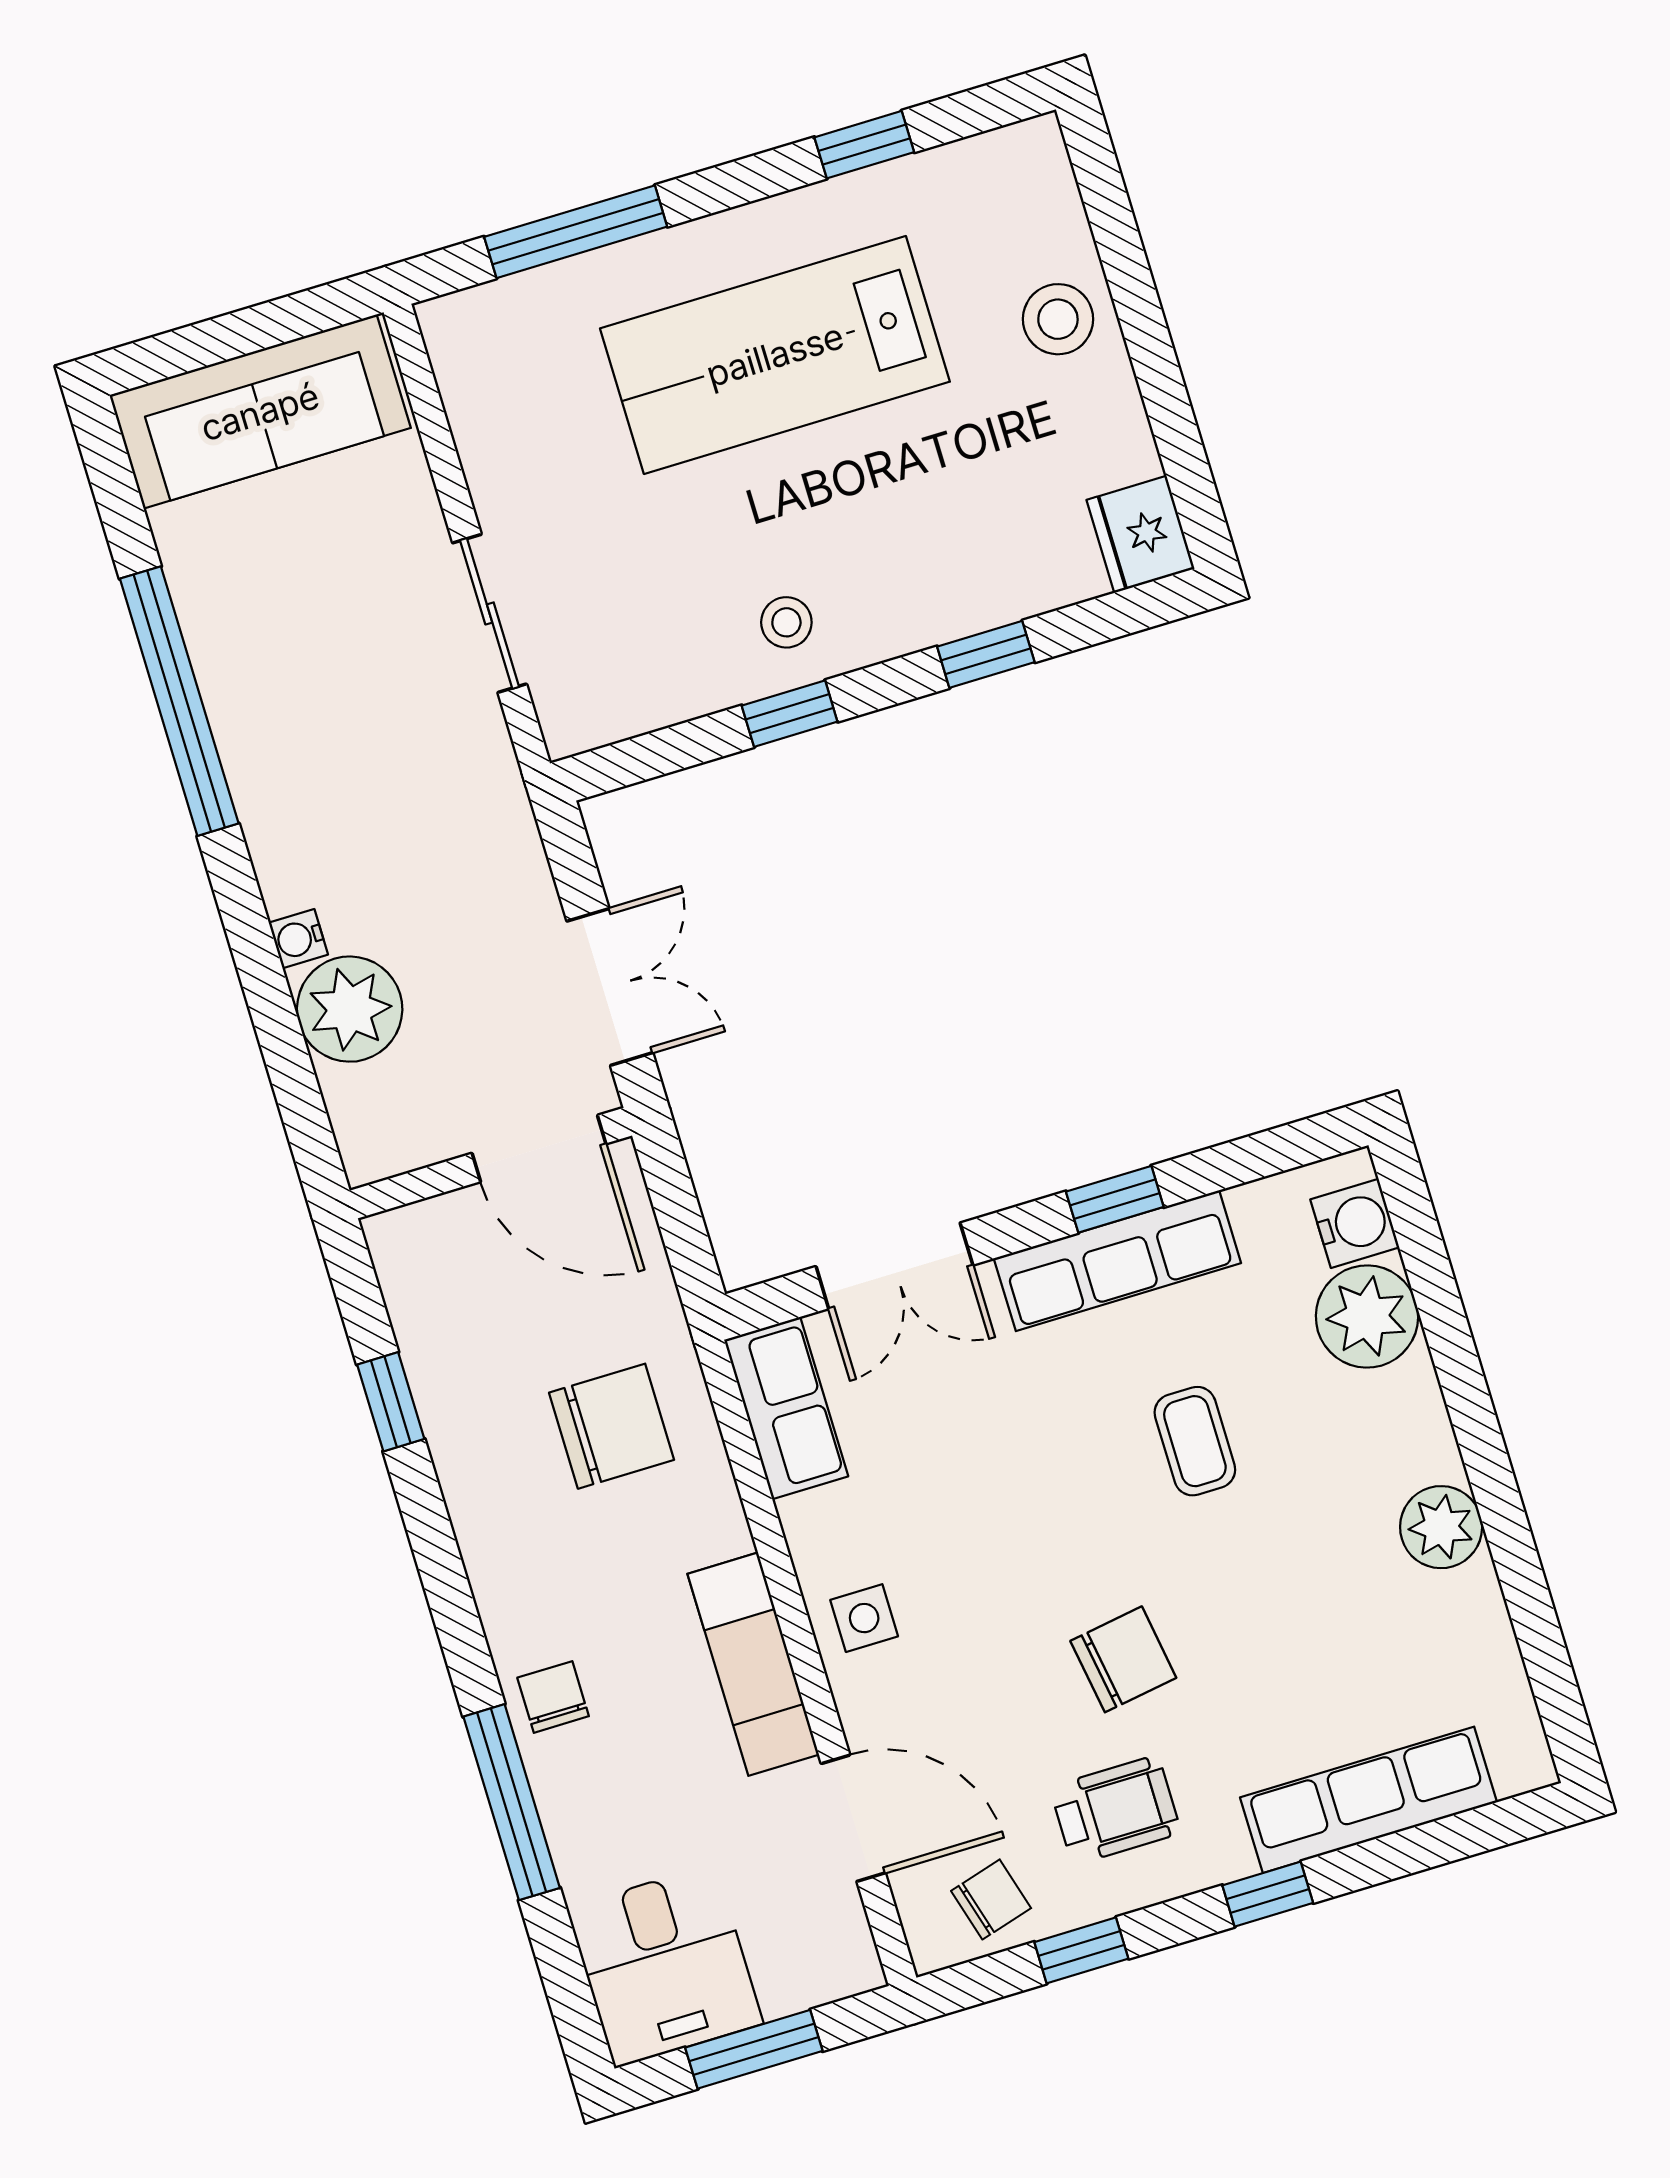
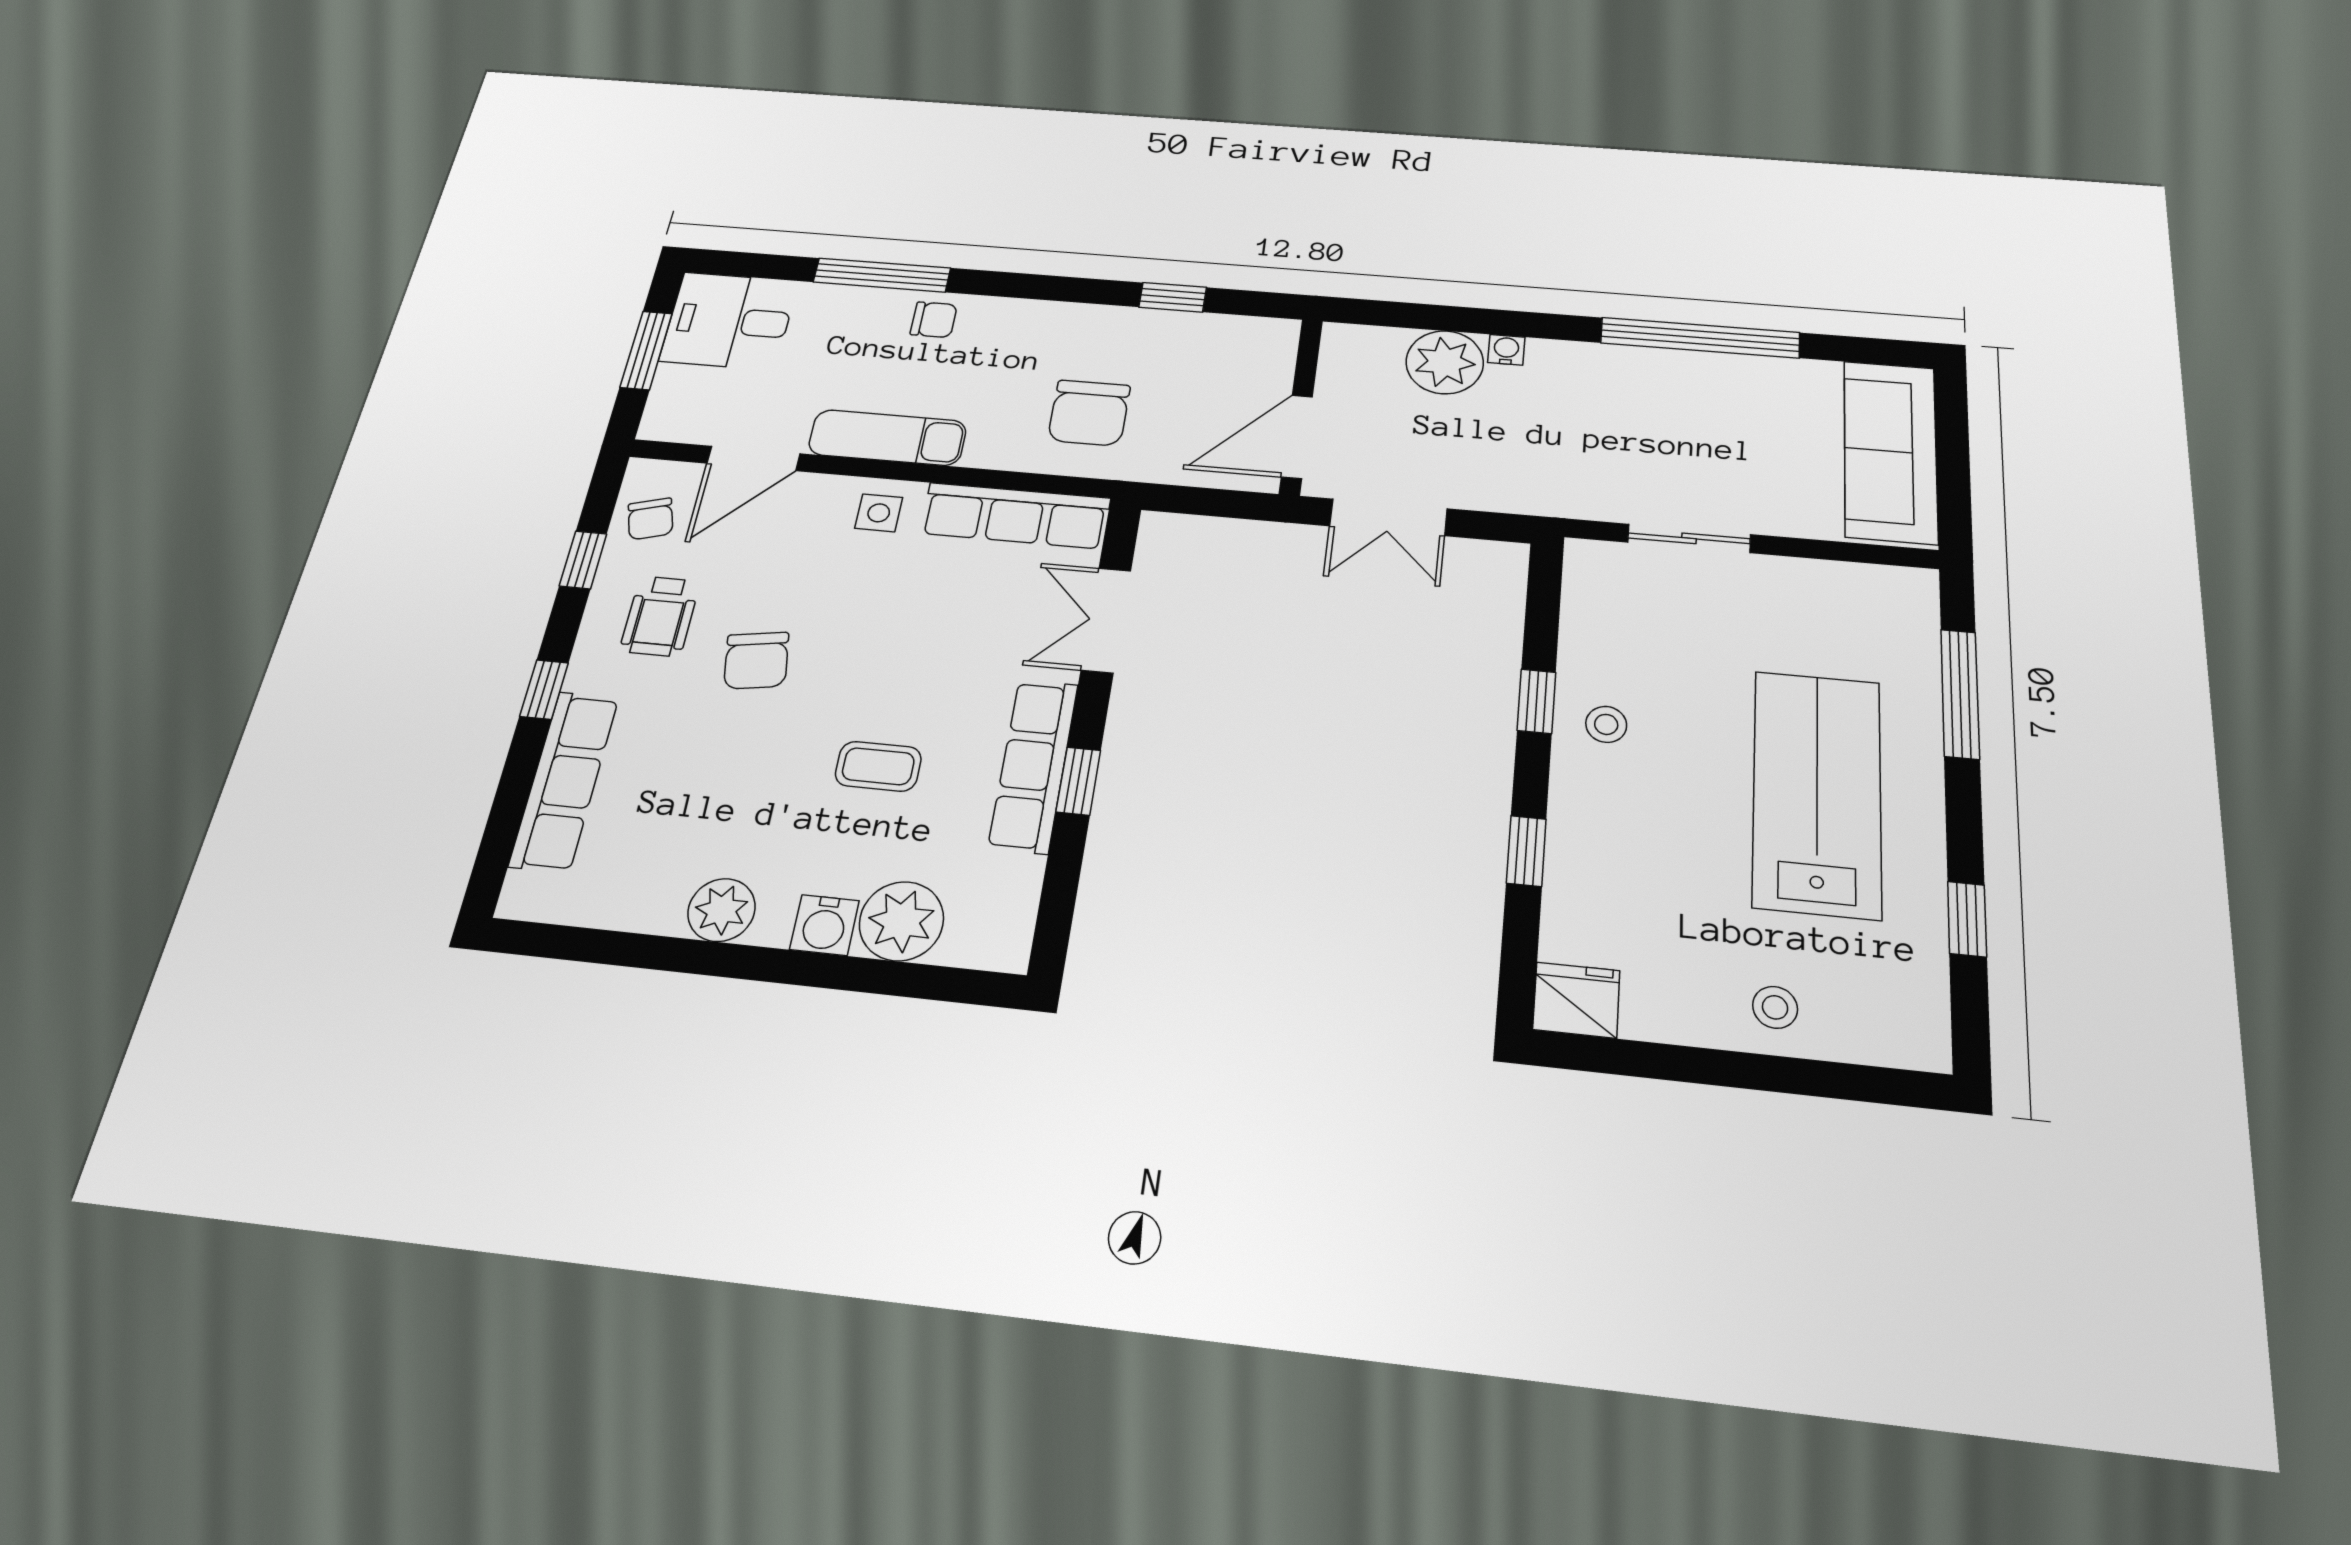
stool: (1058, 319) -> (1775, 1007), width x0.73, depth x0.73
water cooler: (1355, 1223) -> (824, 925), moved
row of seats: (786, 1408) -> (1015, 516), width x1.48

